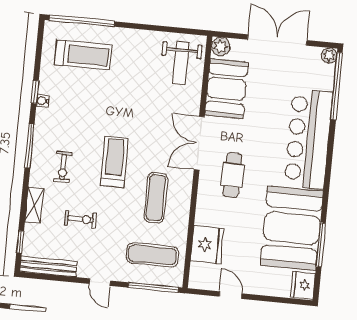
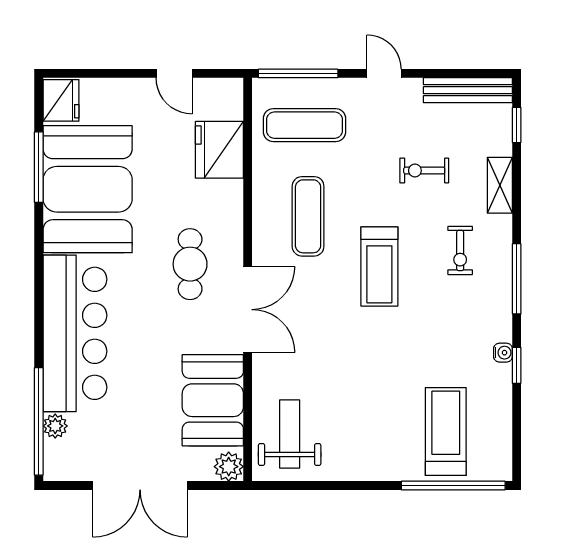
treadmill: (83, 55) -> (446, 432), turned 90
plant: (329, 55) -> (55, 426), moved
exercise bike: (63, 167) -> (460, 251), turned 180

